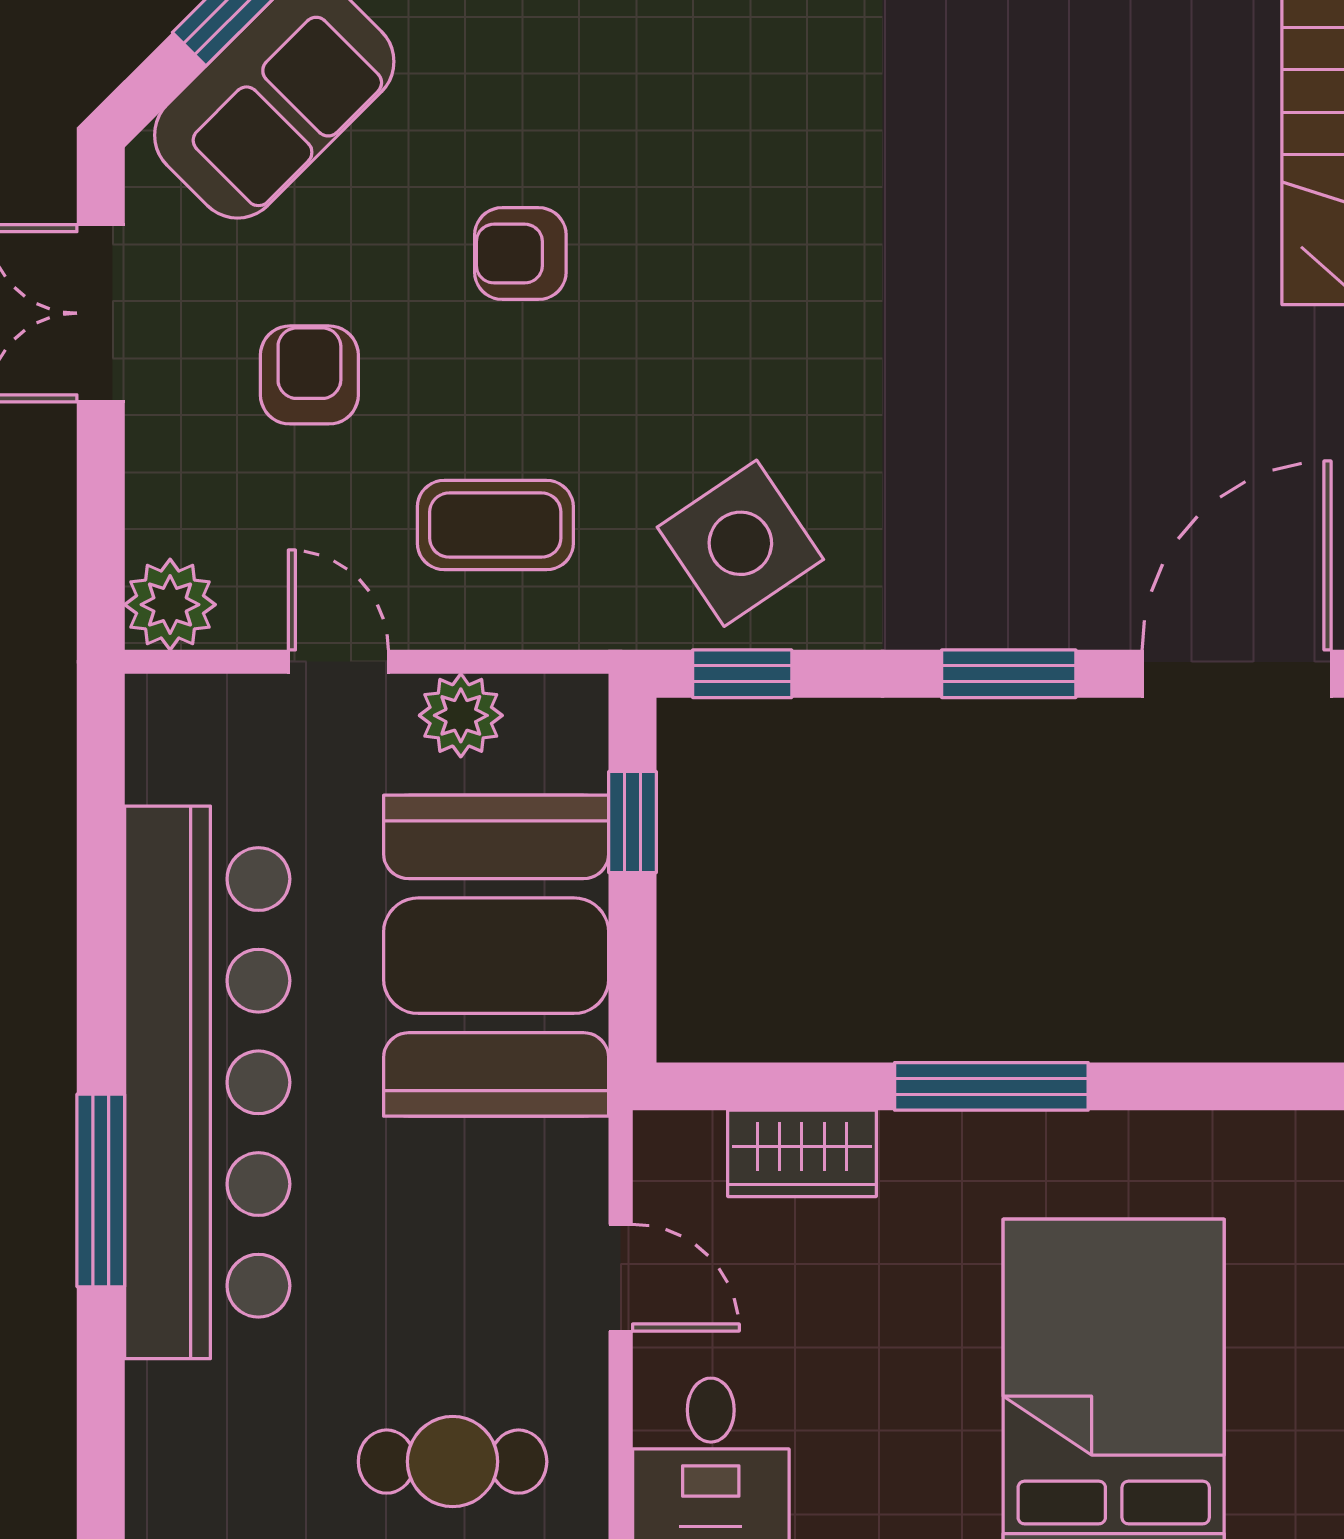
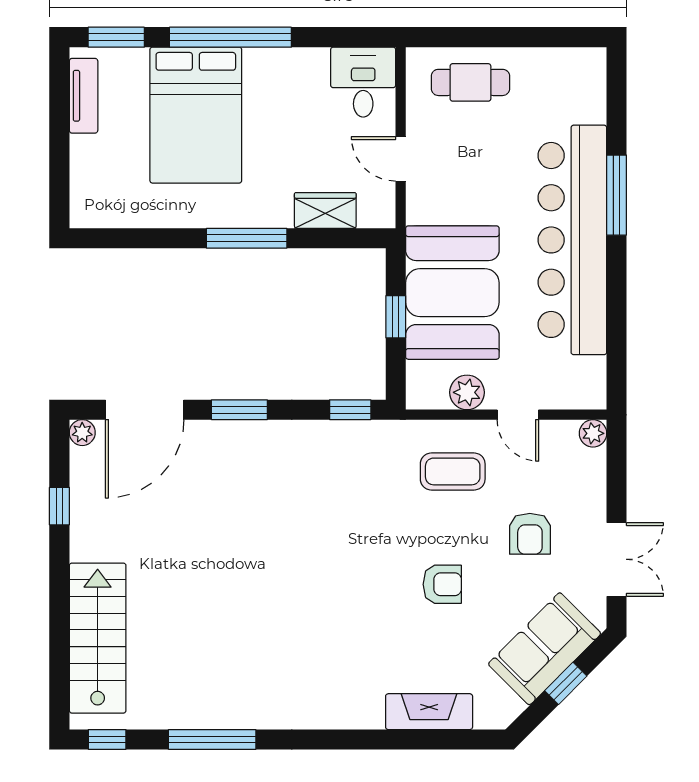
side table: (740, 543) -> (351, 464), removed
plant: (170, 605) -> (593, 433), width x0.73, depth x0.73
window: (633, 822) -> (396, 317), moved

